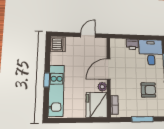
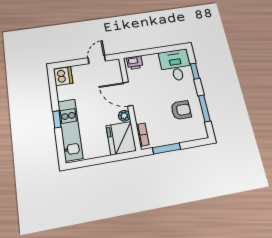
printer: (132, 44) -> (135, 63), moved
door: (109, 69) -> (128, 94), hinge flipped
window: (143, 119) -> (167, 148), moved

